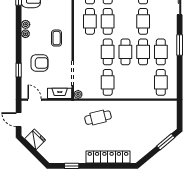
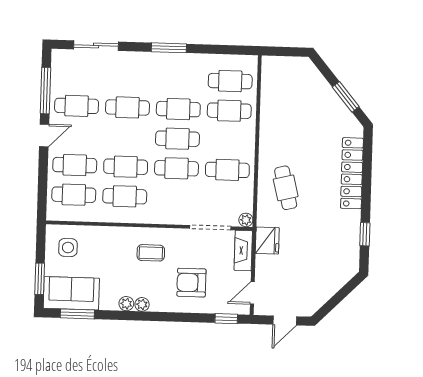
cafe table: (161, 52) -> (229, 111), moved
armchair: (40, 63) -> (191, 283), turned -90
window: (19, 70) -> (226, 319), moved
fridge: (35, 139) -> (267, 241), moved, turned 135
window: (166, 142) -> (346, 97), moved

